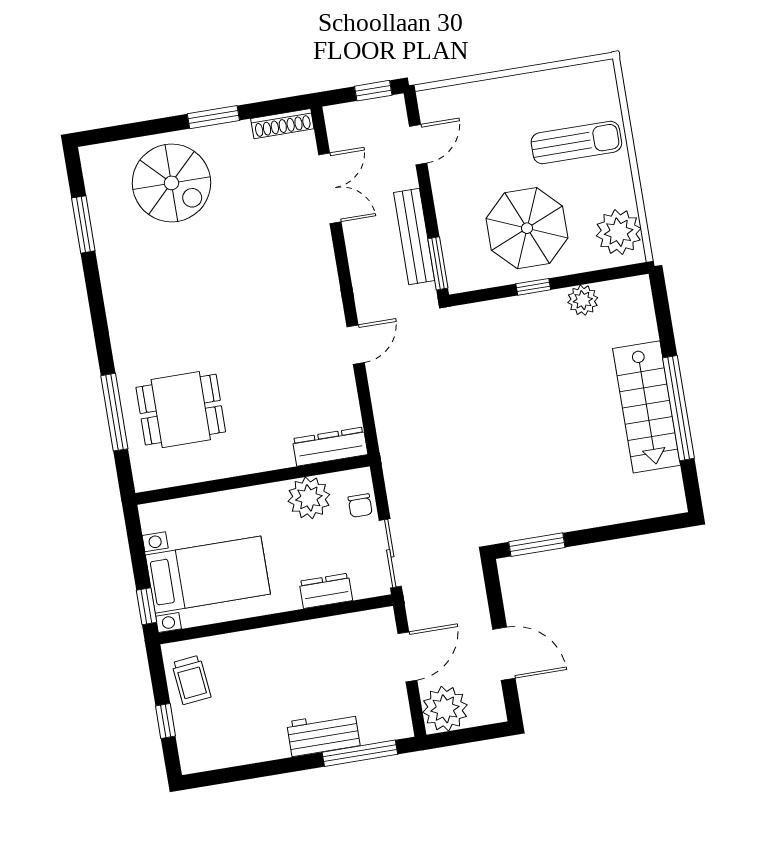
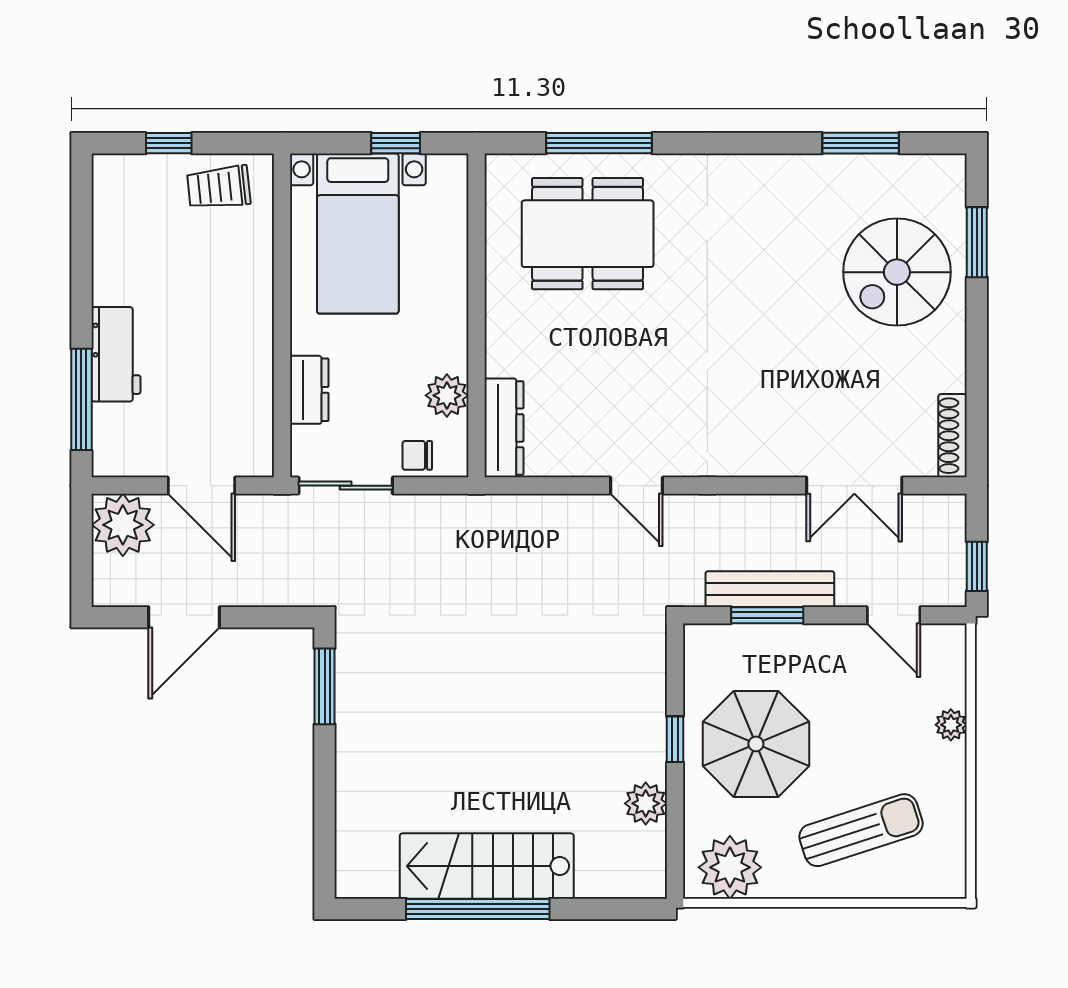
plant: (490, 90) -> (951, 725), added
window: (213, 117) -> (977, 242), moved
sun lounger: (576, 142) -> (861, 830), turned -108
window: (438, 263) -> (767, 615), moved
dining table: (181, 410) -> (588, 234), width x1.37
plant: (309, 498) -> (447, 395), width x0.73, depth x0.73
window: (146, 606) -> (396, 143), moved

